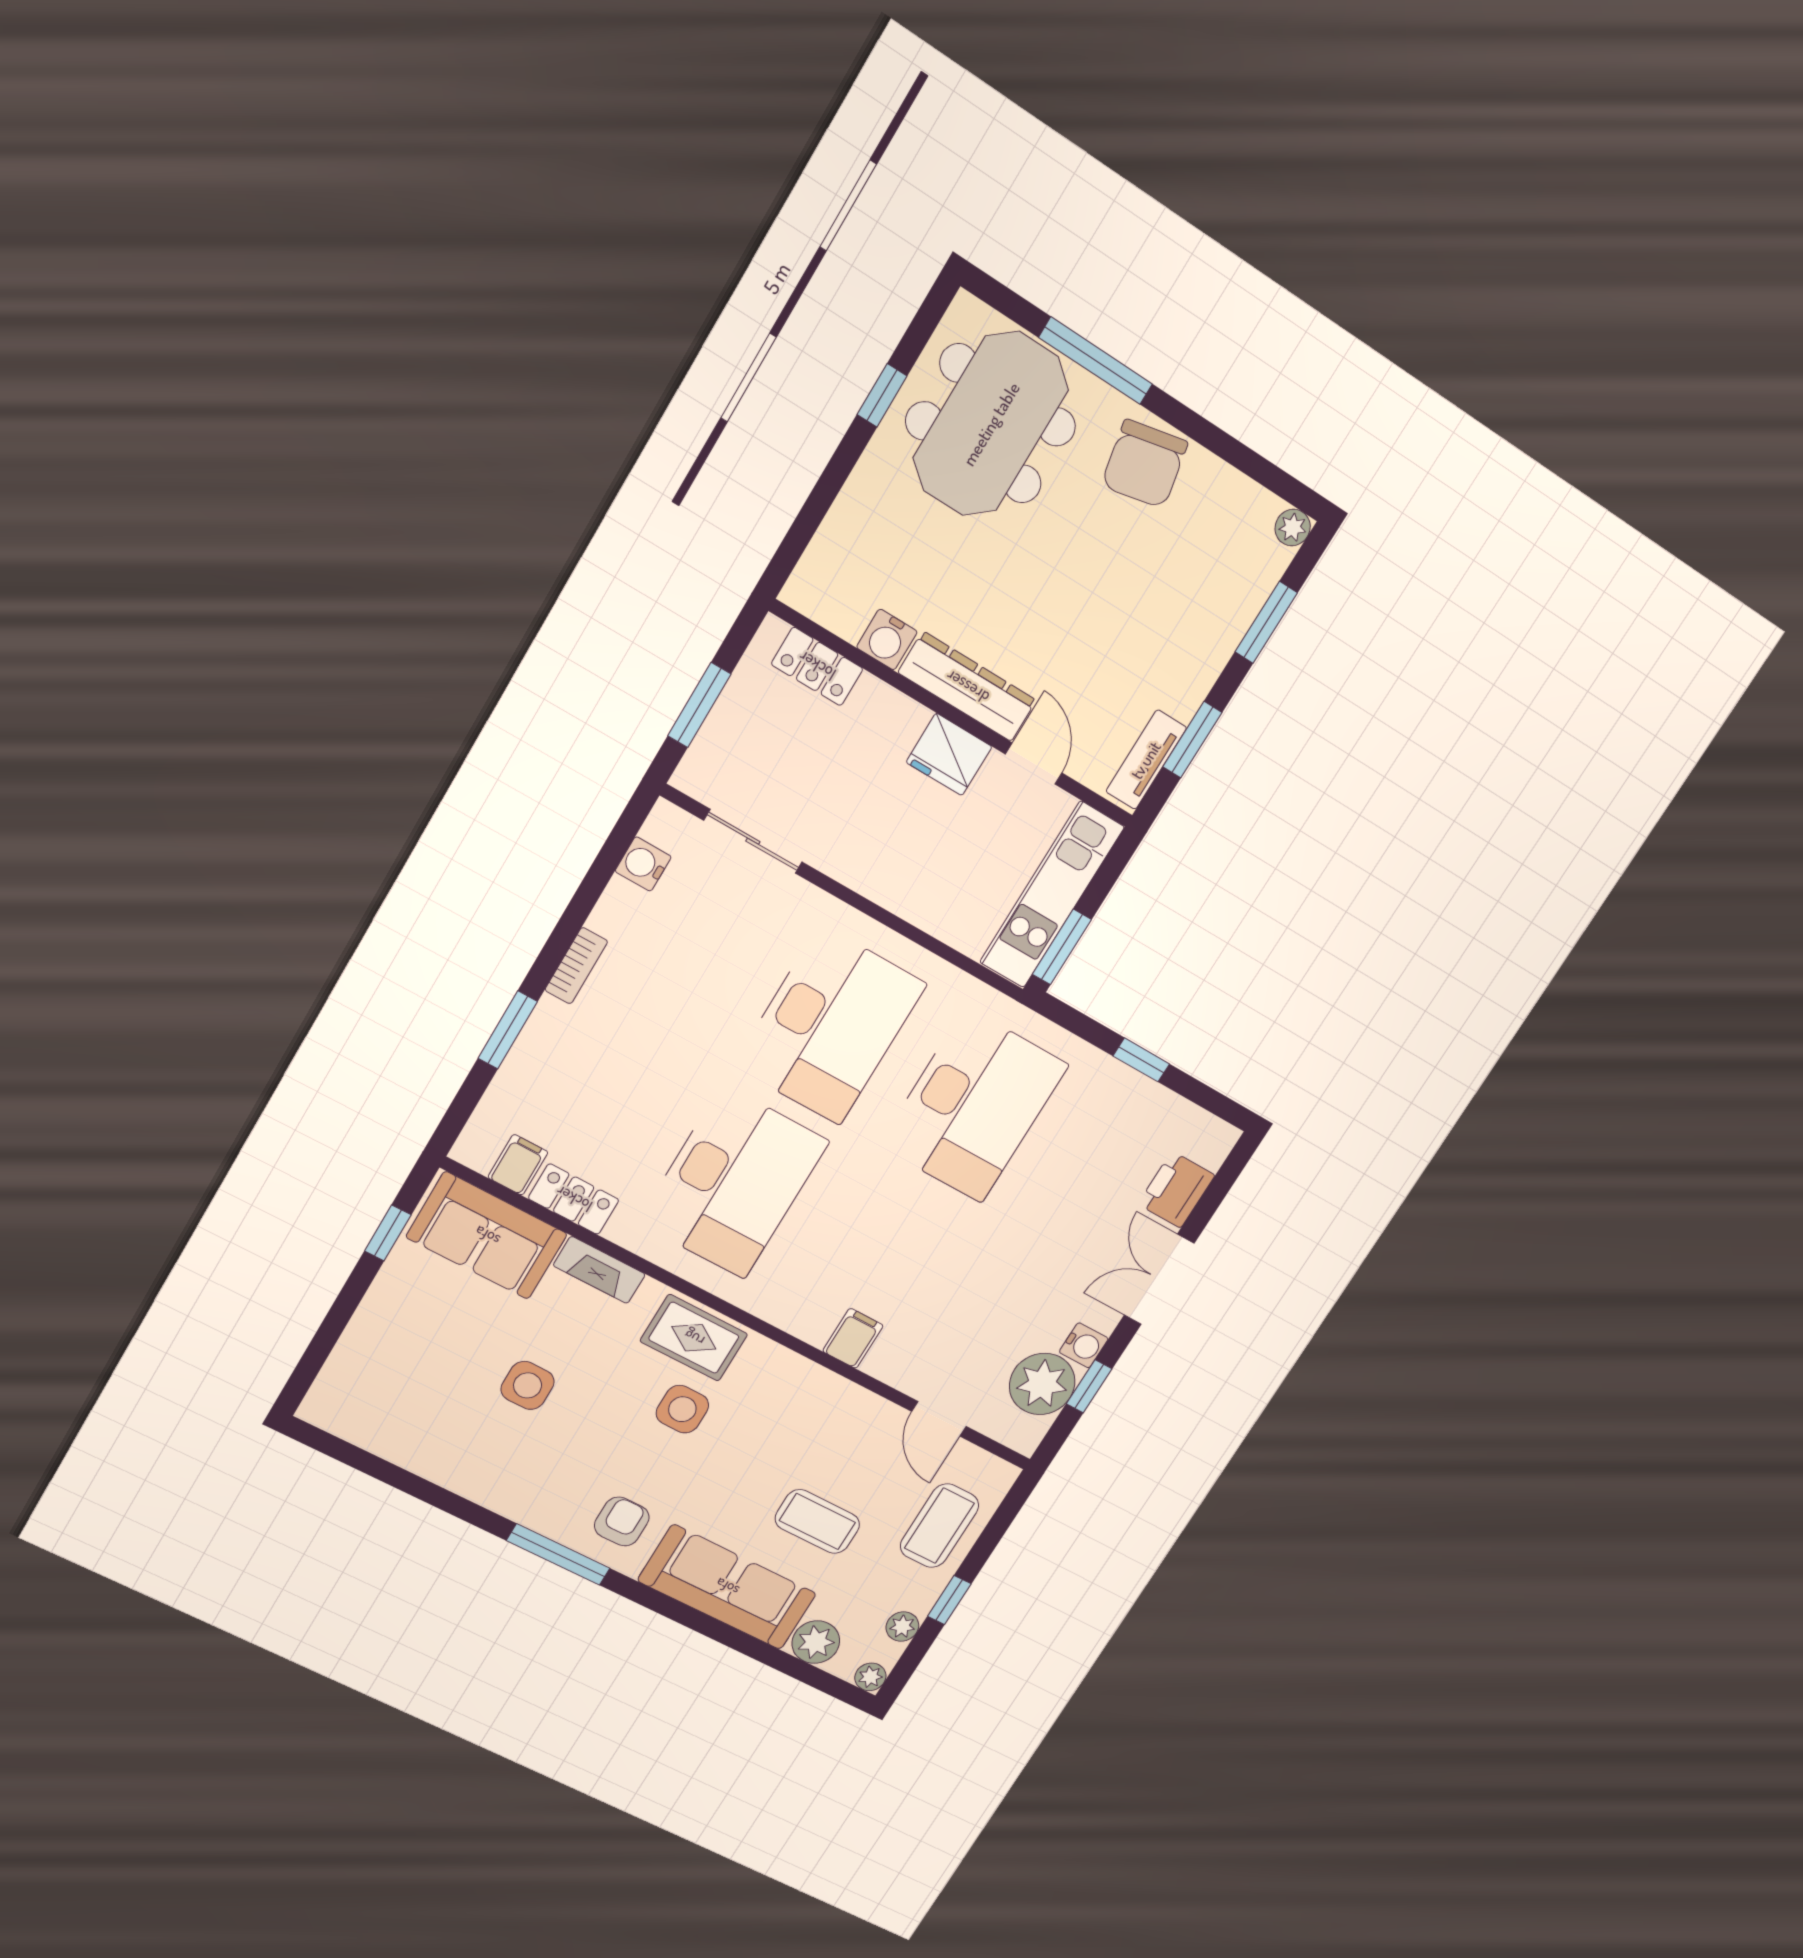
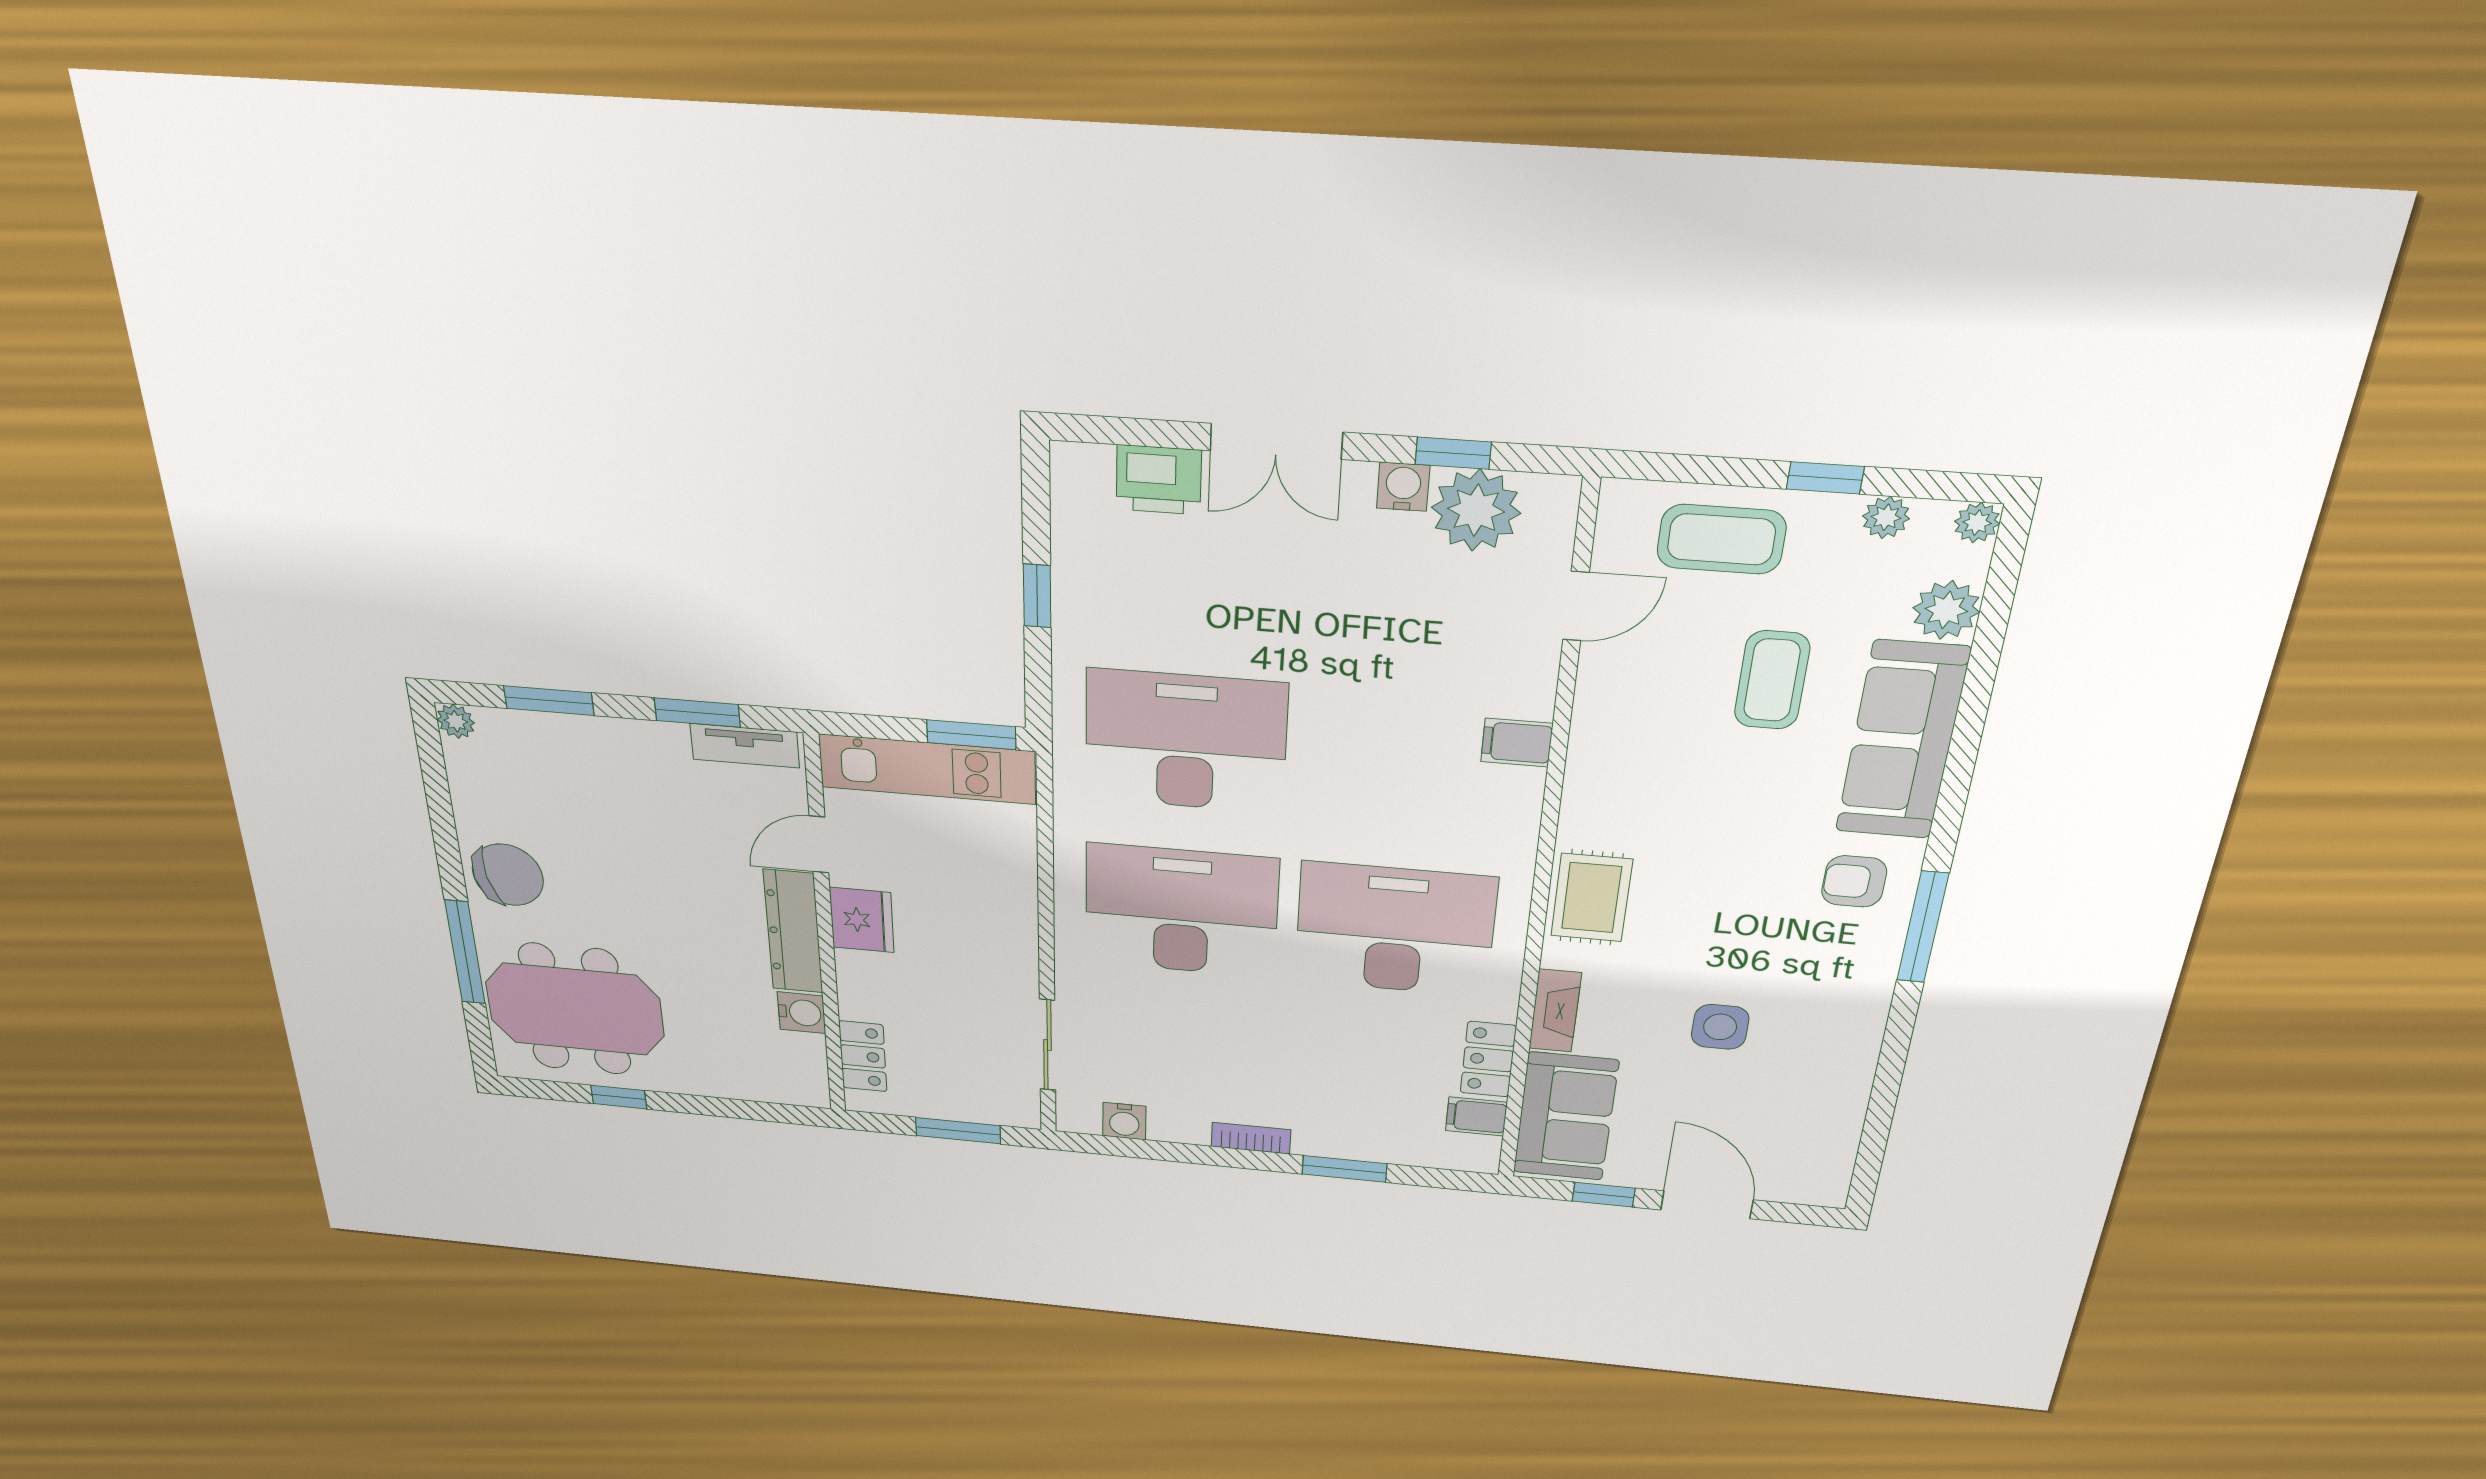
door: (342, 1311) -> (1707, 1205), added
side table: (682, 1409) -> (1684, 876), removed

